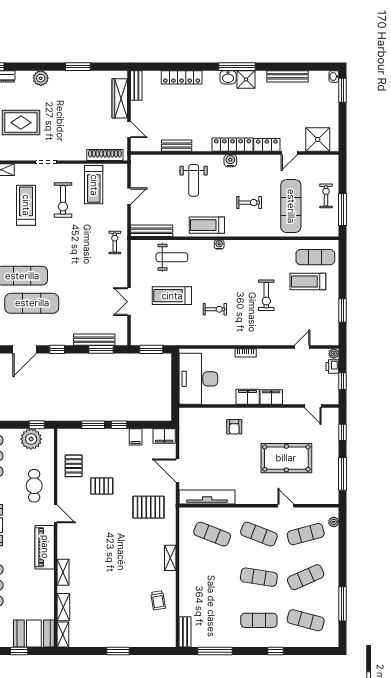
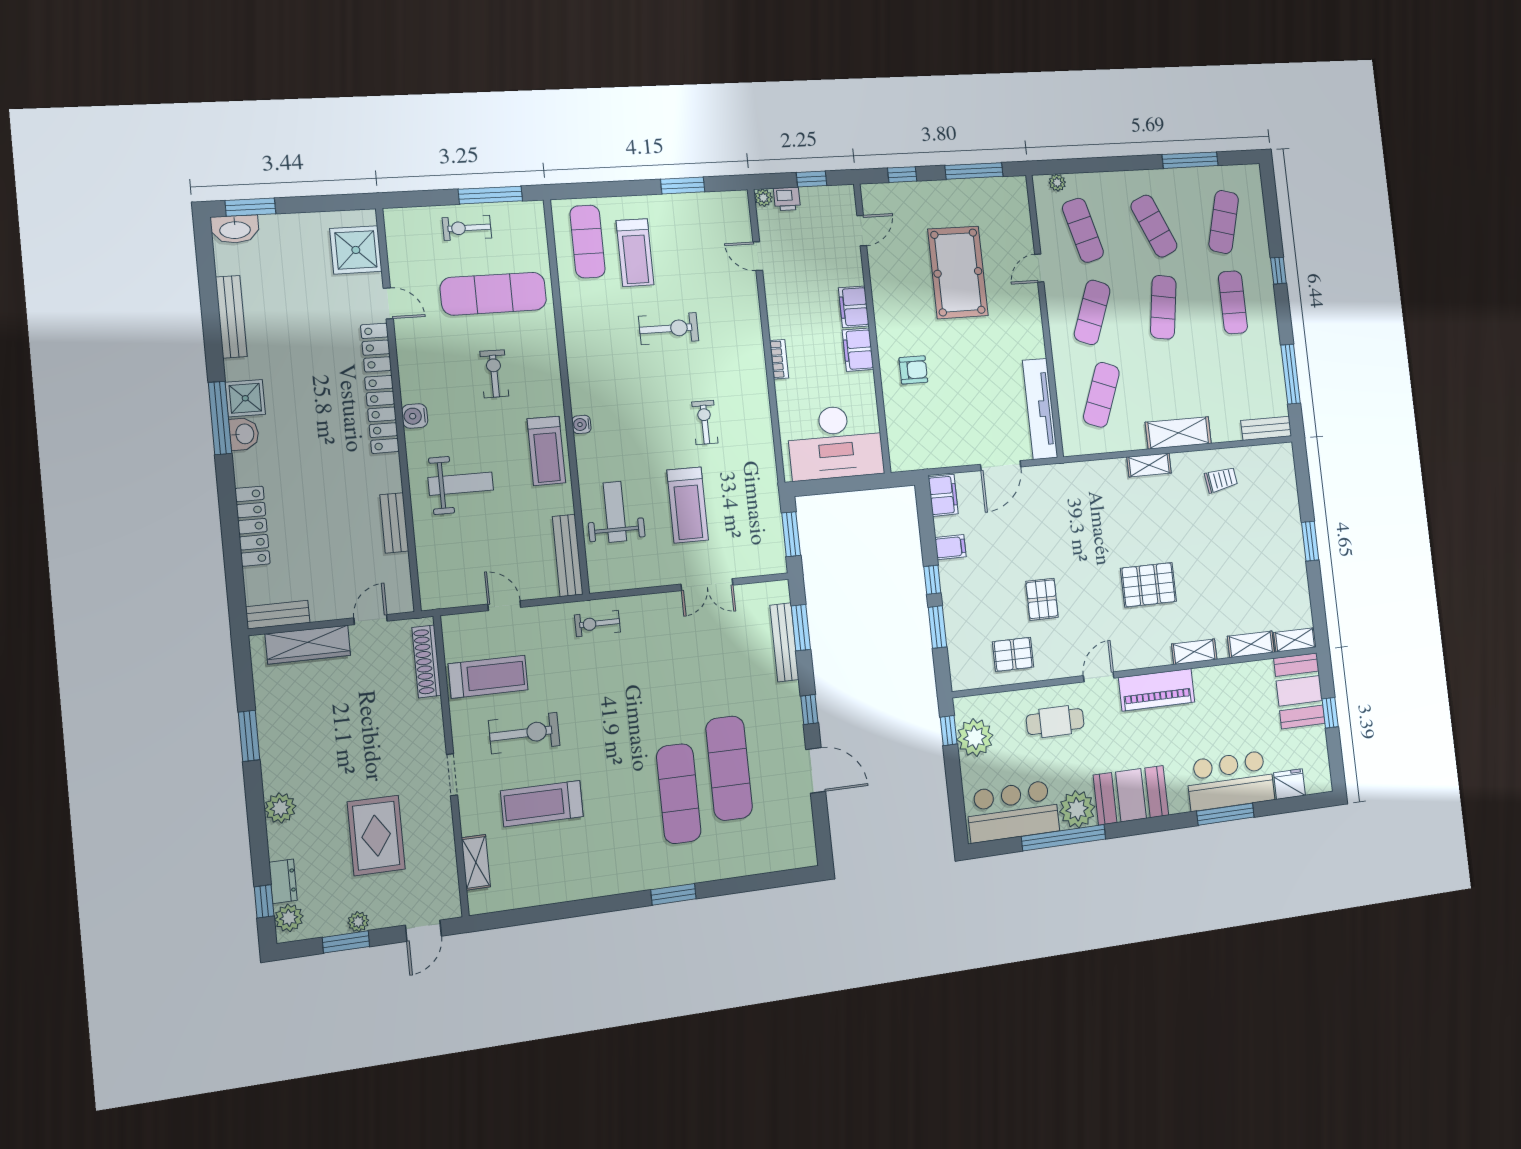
washbasin: (334, 77) -> (235, 229), width x1.91, depth x1.45
pallet: (149, 507) -> (1148, 585), moved, turned 90
shelving: (187, 578) -> (1178, 433), added

